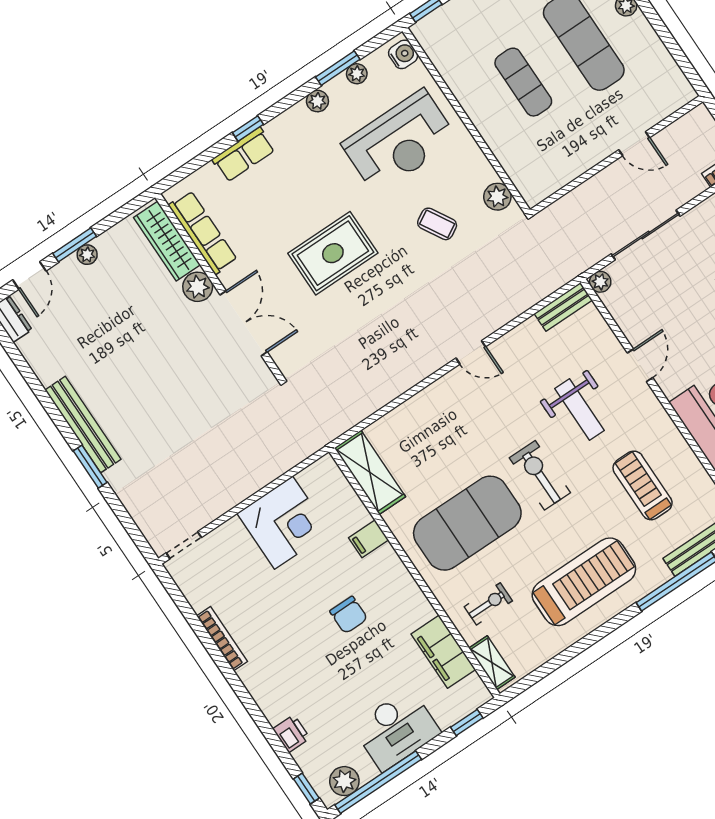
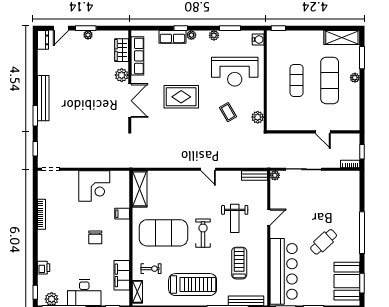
plant: (357, 74) -> (191, 35), moved
wardrobe: (167, 241) -> (122, 50), width x0.67
window: (131, 527) -> (35, 149), added

